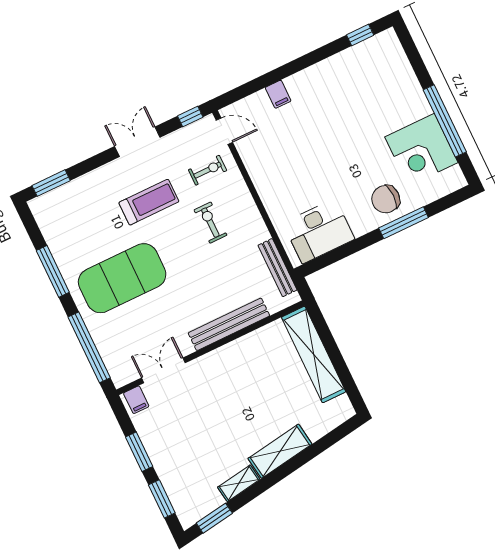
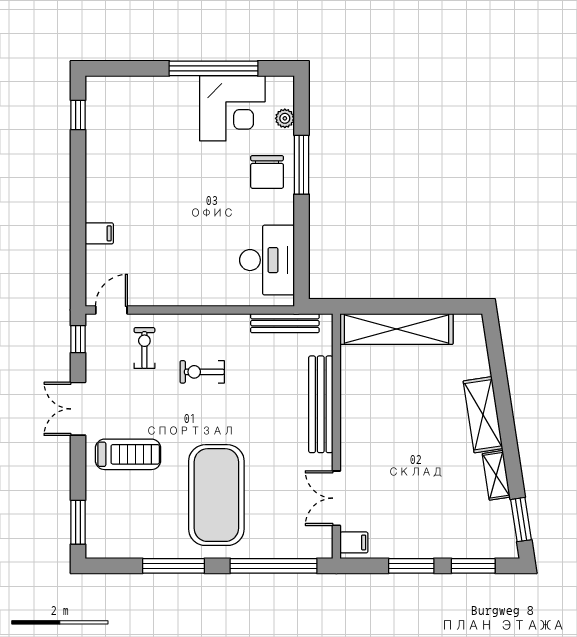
plant: (433, 193) -> (285, 118), added
treadmill: (149, 202) -> (128, 454), moved, turned 90

